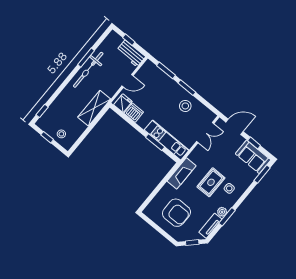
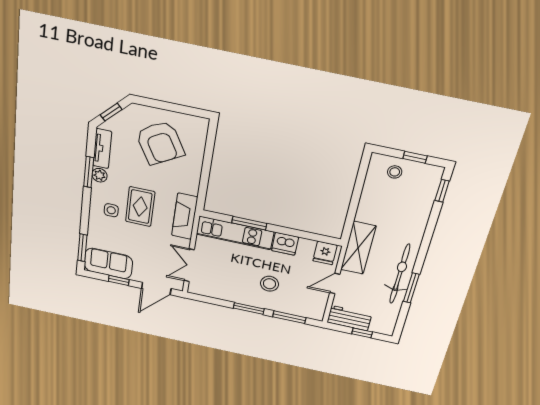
stool: (185, 106) -> (269, 284), moved
shelving: (94, 108) -> (358, 248), moved
dishwasher: (134, 113) -> (285, 244), moved
fireplace: (182, 173) -> (185, 216), moved
armchair: (176, 213) -> (160, 143), turned -120

